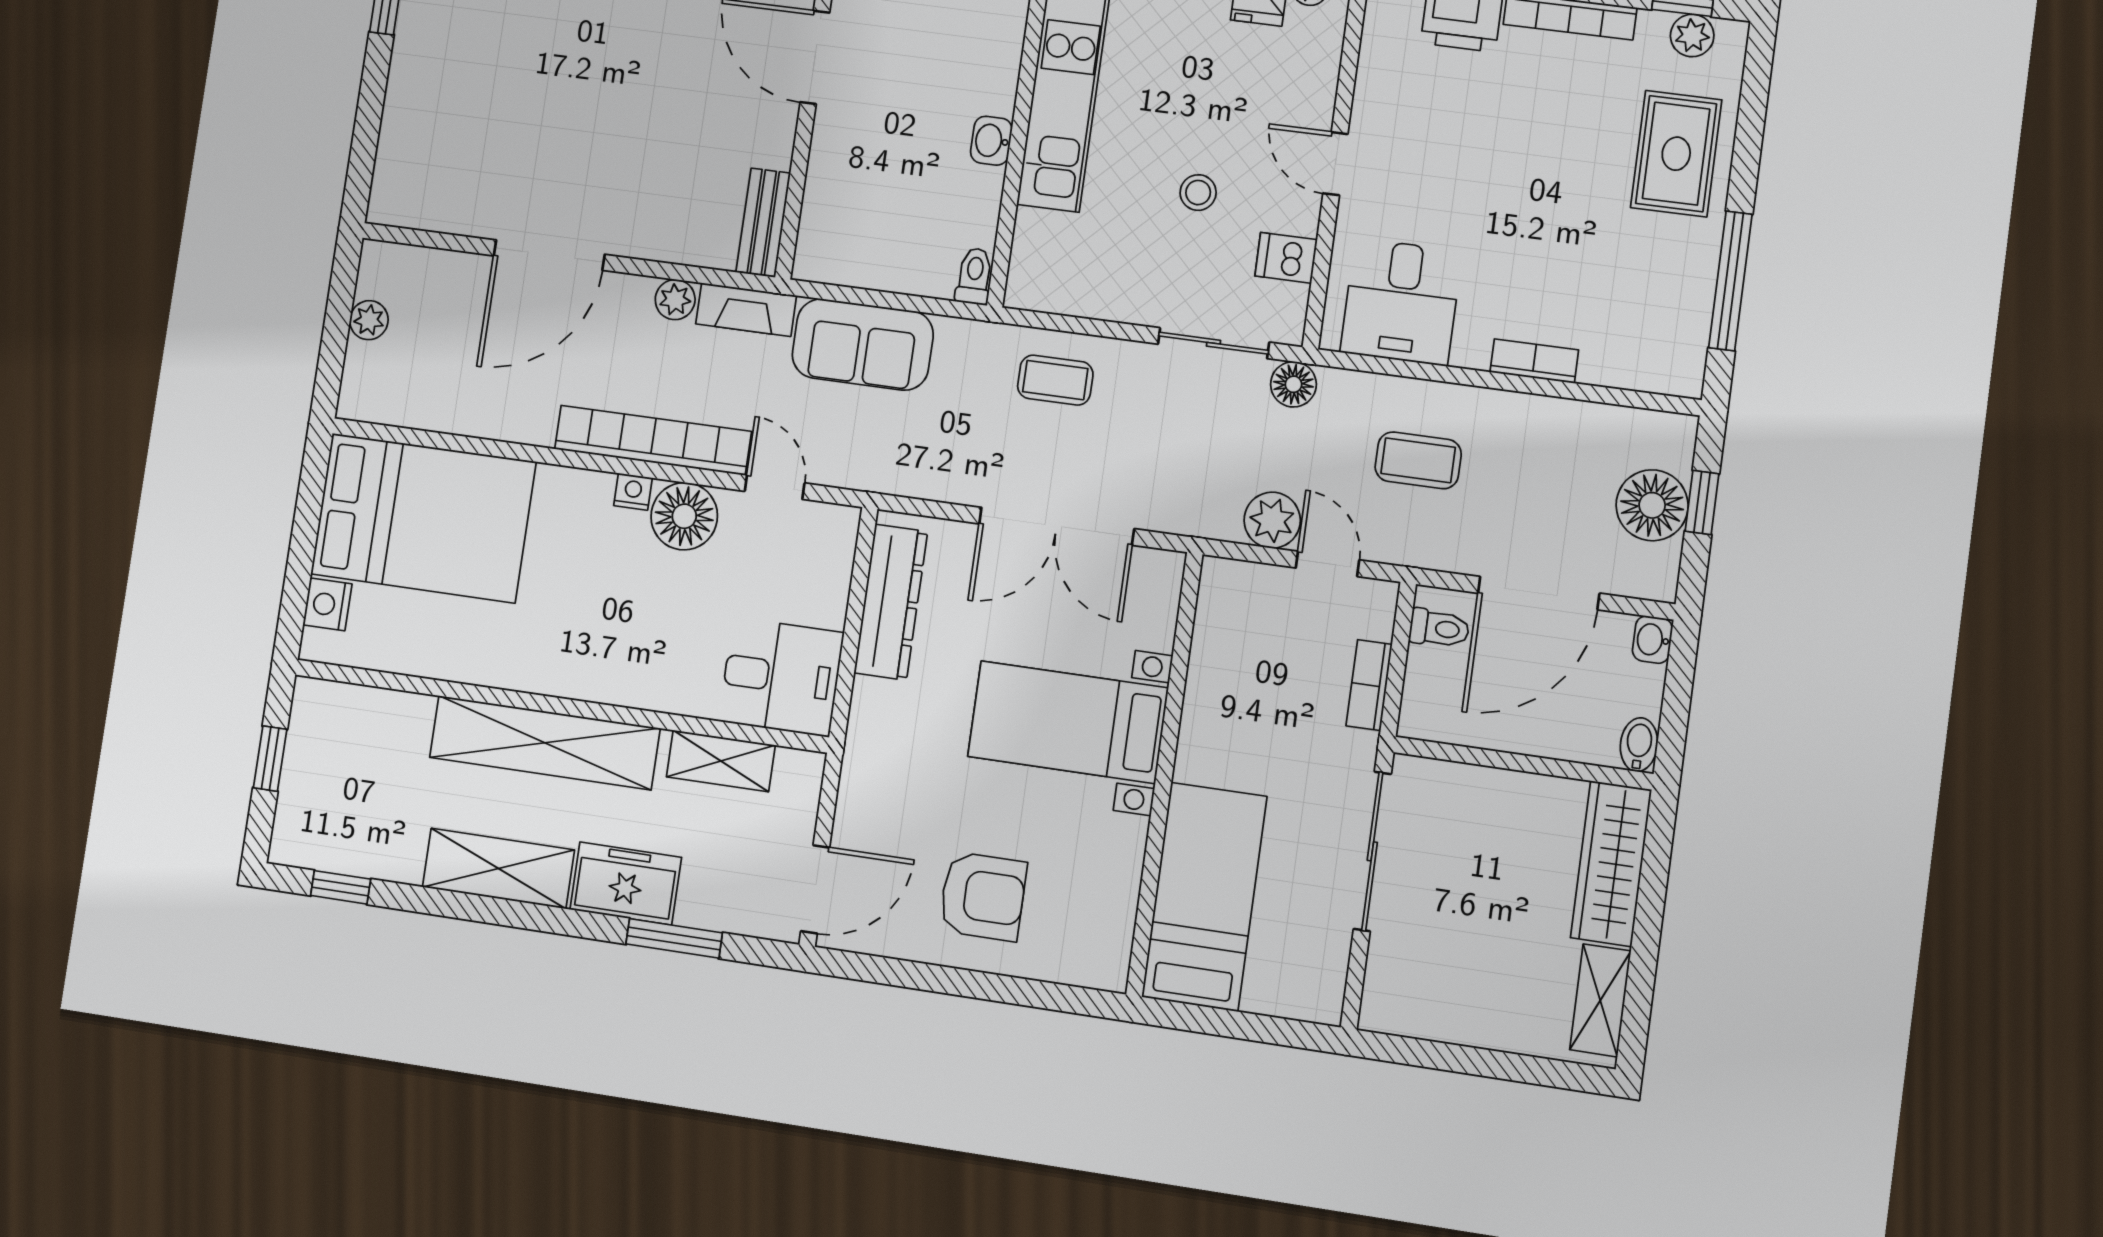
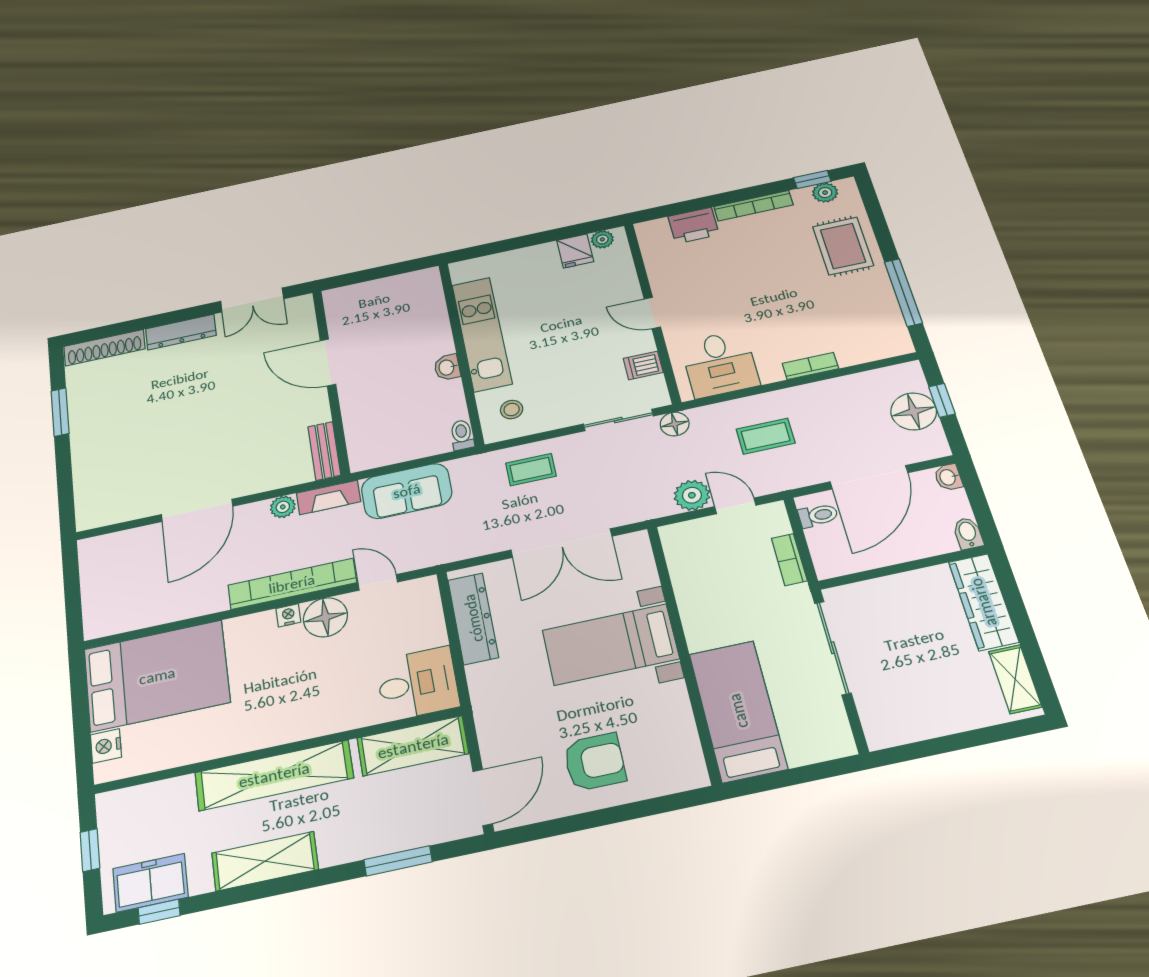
stool: (1198, 193) -> (512, 409), moved
plant: (369, 320) -> (92, 581), removed
shelving: (721, 761) -> (413, 746), width x1.50, depth x1.33
freezer: (626, 883) -> (150, 883), moved

